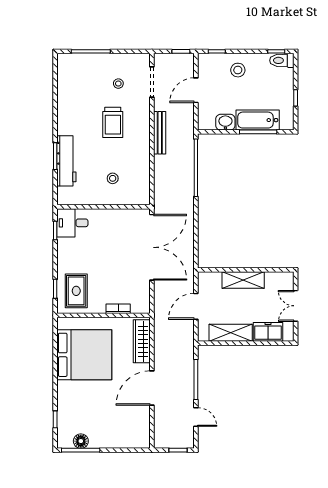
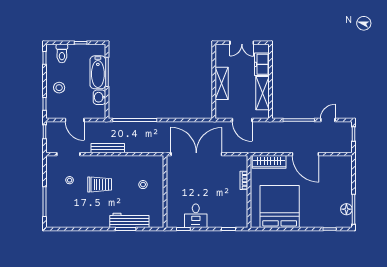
toilet: (282, 60) -> (62, 54), moved
desk: (72, 223) -> (196, 216), moved
rug: (76, 291) -> (230, 213), removed

